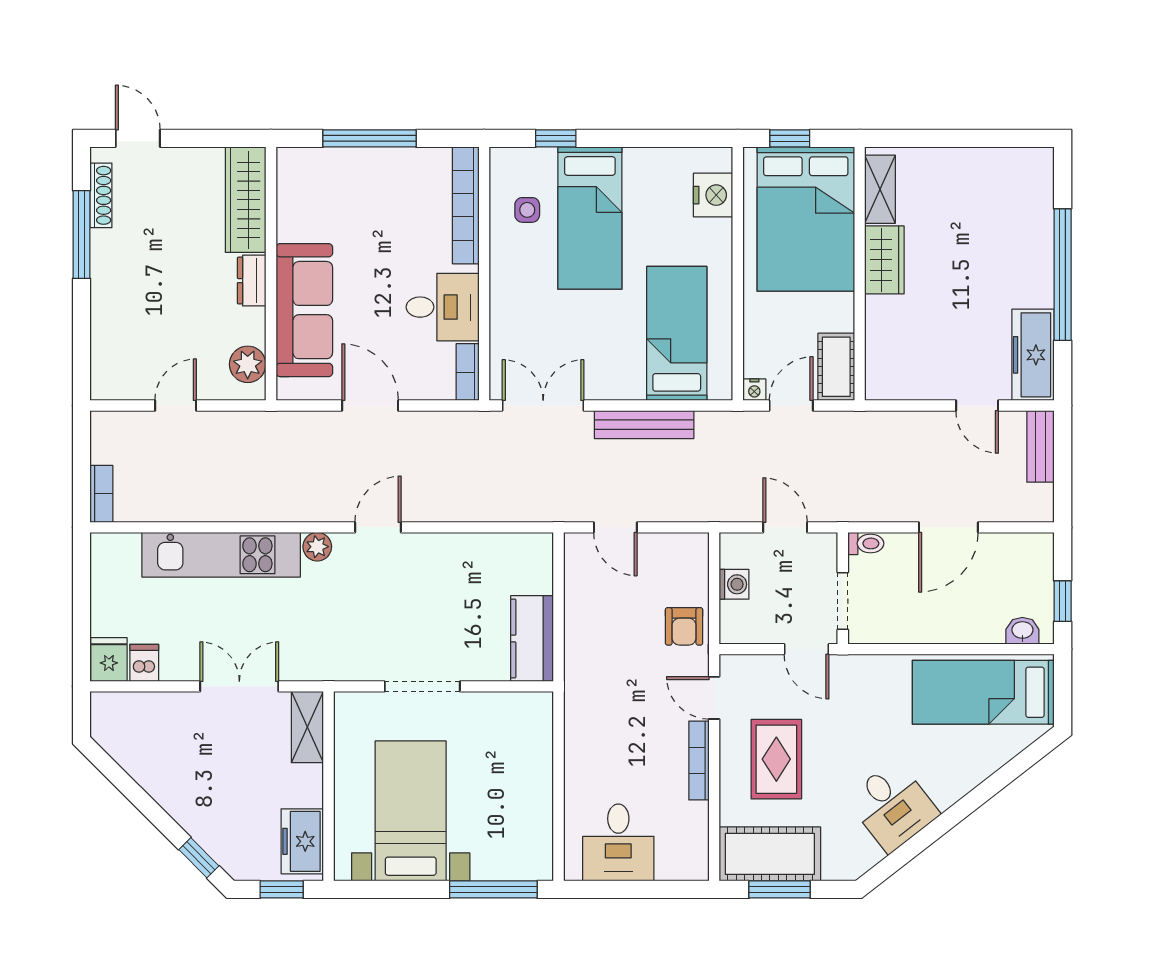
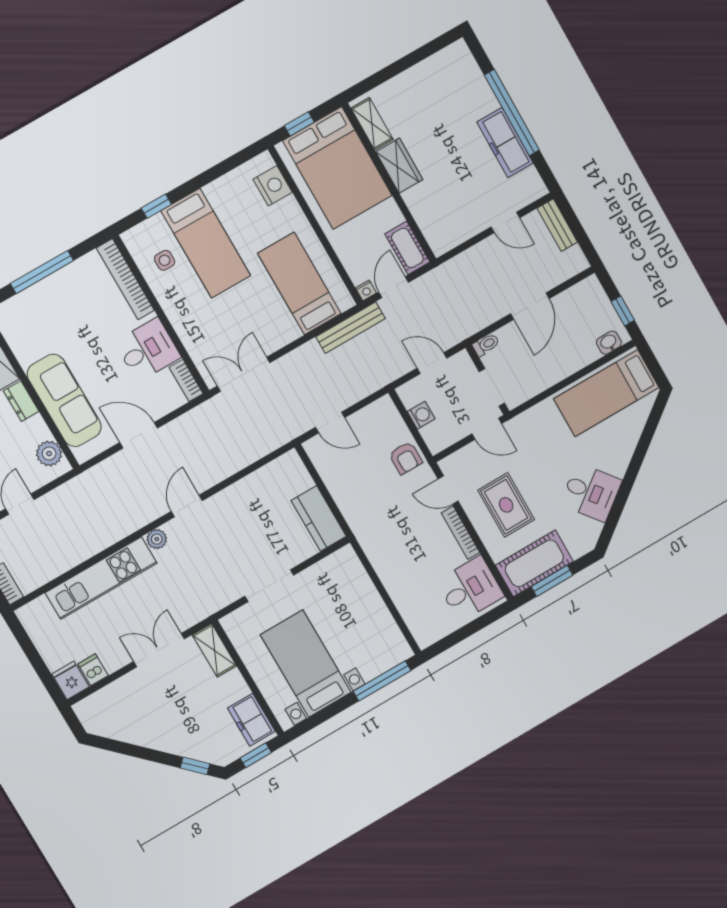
freezer: (1033, 355) -> (505, 143), moved
bench: (644, 425) -> (351, 328), moved
desk: (618, 842) -> (470, 589), moved, turned -90

